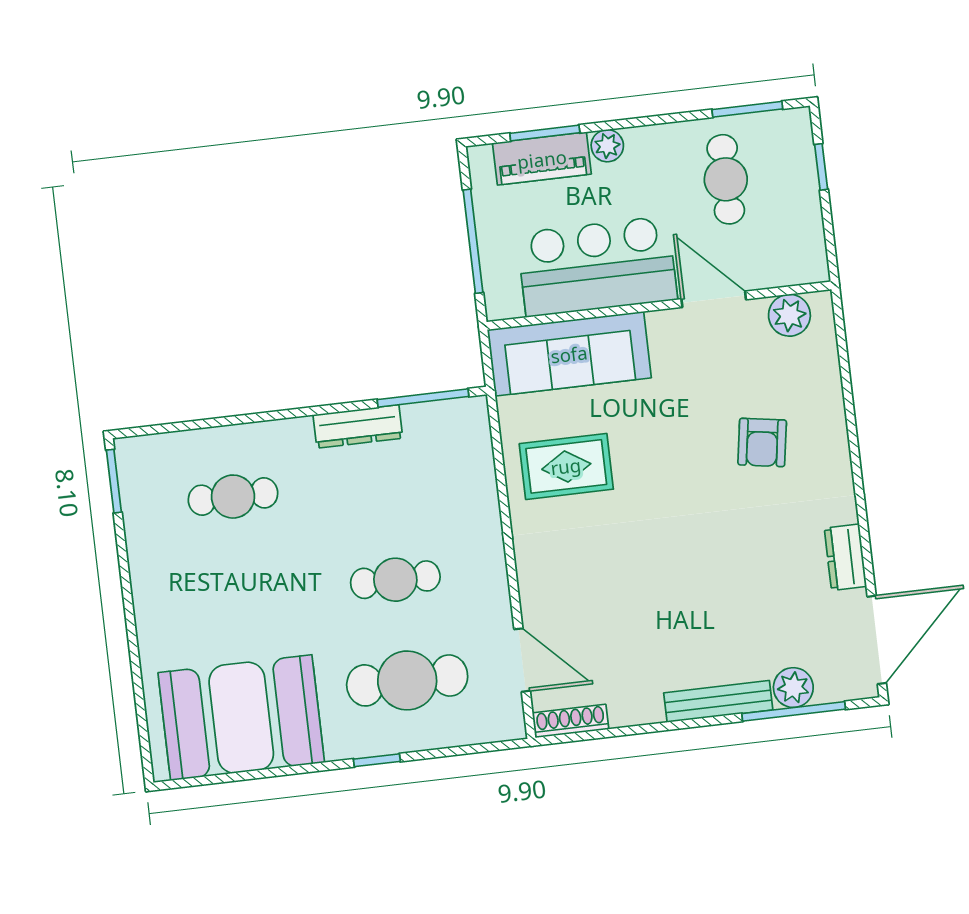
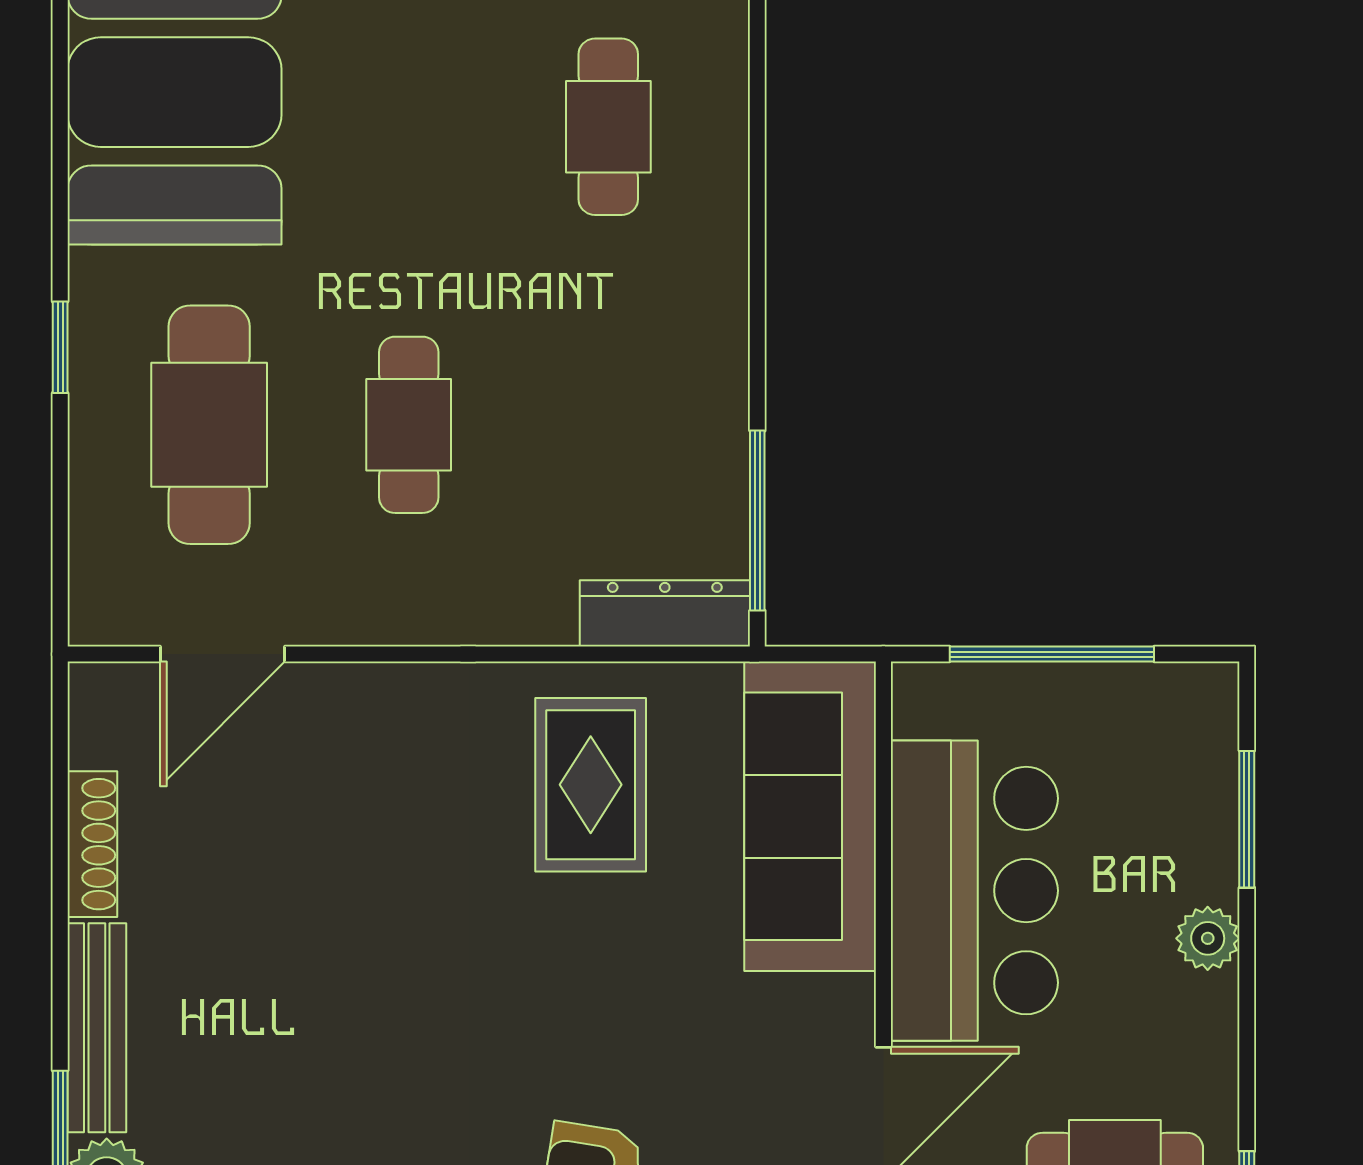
piano: (542, 159) -> (1198, 808), removed
dresser: (358, 426) -> (665, 613), moved, turned 90
shoe rack: (570, 721) -> (92, 844), moved

